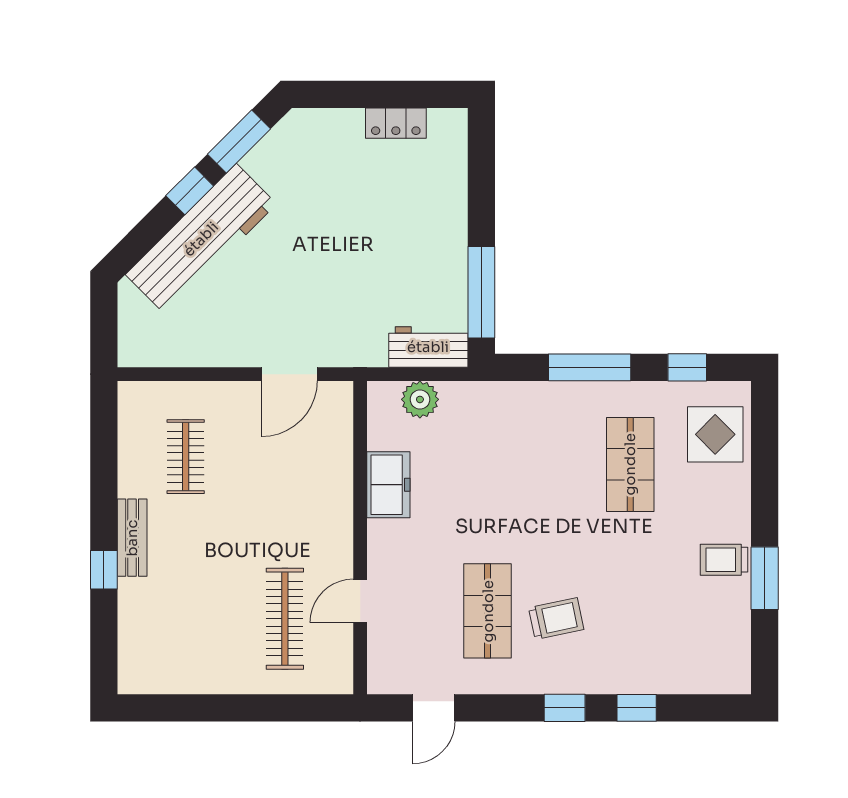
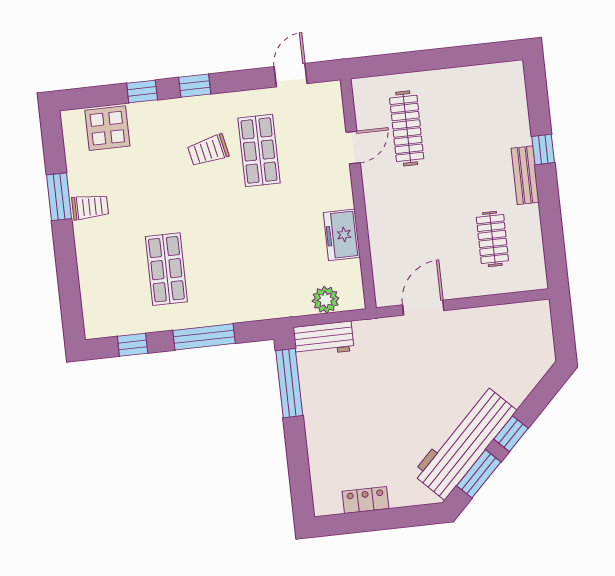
workbench: (201, 239) -> (464, 442), moved
display table: (715, 434) -> (107, 128), moved

